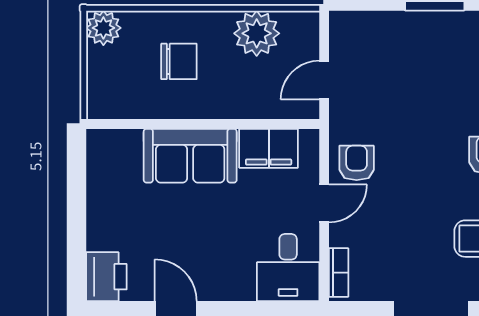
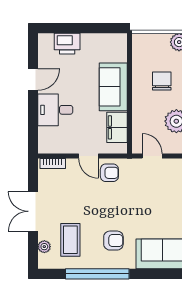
chair: (179, 61) -> (162, 81), turned 180
desk: (288, 268) -> (55, 110), moved
printer: (106, 277) -> (67, 44), moved

